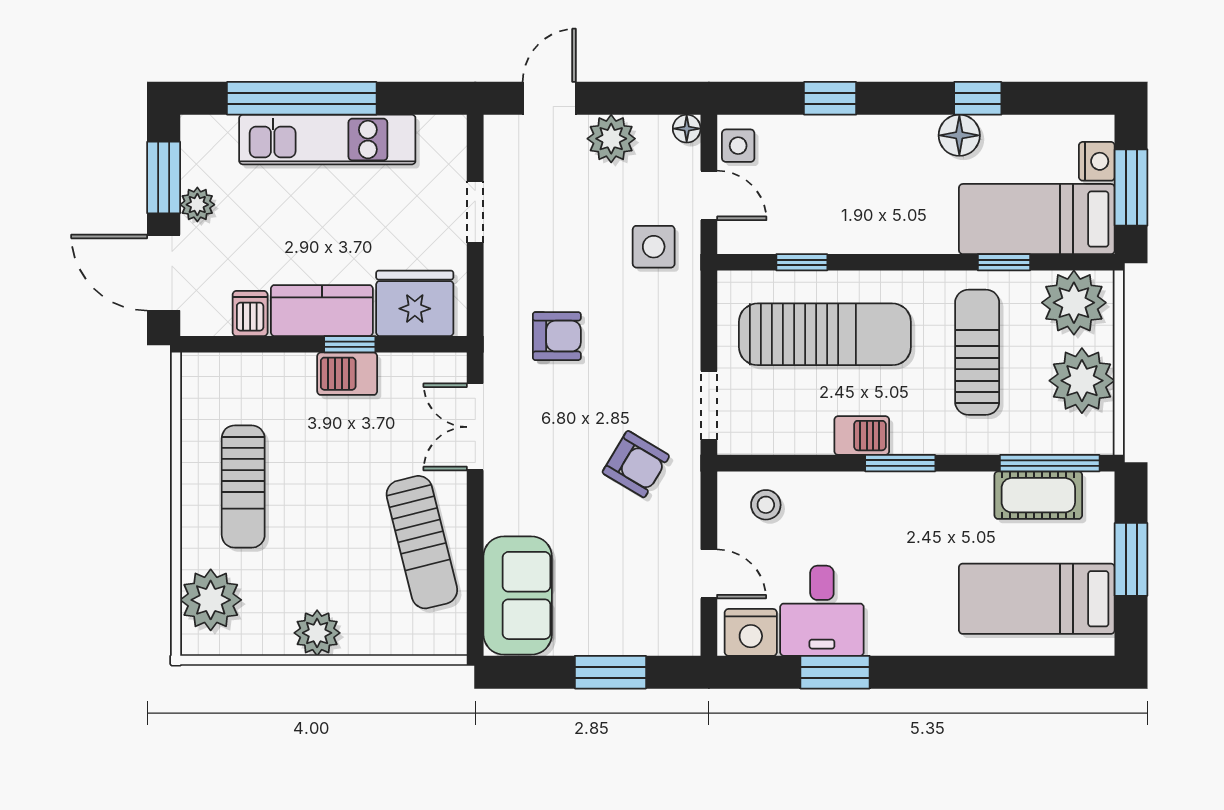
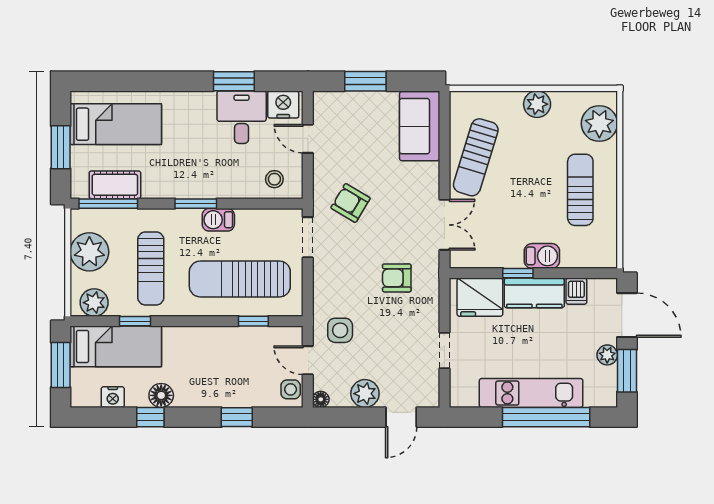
nightstand: (1097, 161) -> (113, 397), moved, turned -90
plant: (1074, 303) -> (94, 303), width x0.73, depth x0.73
barbecue: (347, 374) -> (542, 256), moved
sun lounger: (422, 542) -> (476, 157), turned -149

